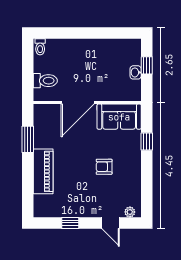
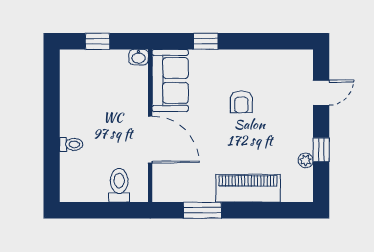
toilet: (40, 47) -> (71, 144), moved
washbasin: (136, 72) -> (139, 57), moved
plant: (130, 212) -> (306, 160), moved

